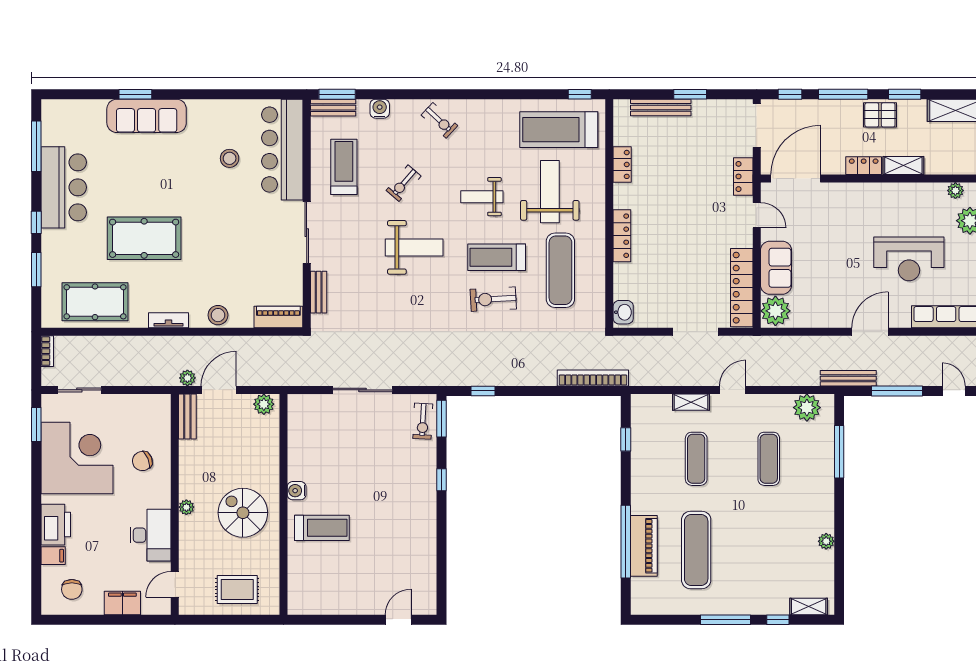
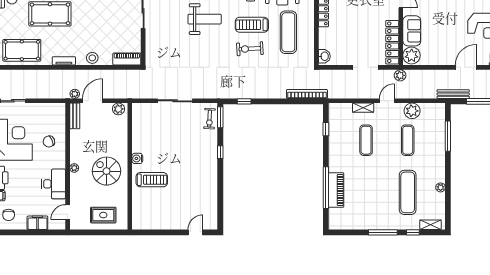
bench: (319, 292) -> (150, 45), removed
plant: (756, 346) -> (400, 75), added
plant: (807, 408) -> (412, 111), moved
exercise mat: (696, 550) -> (408, 192), moved

